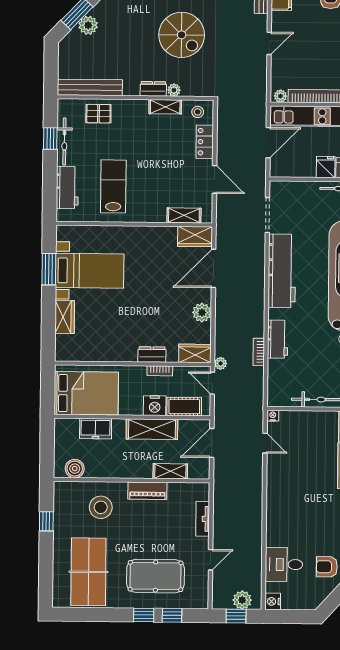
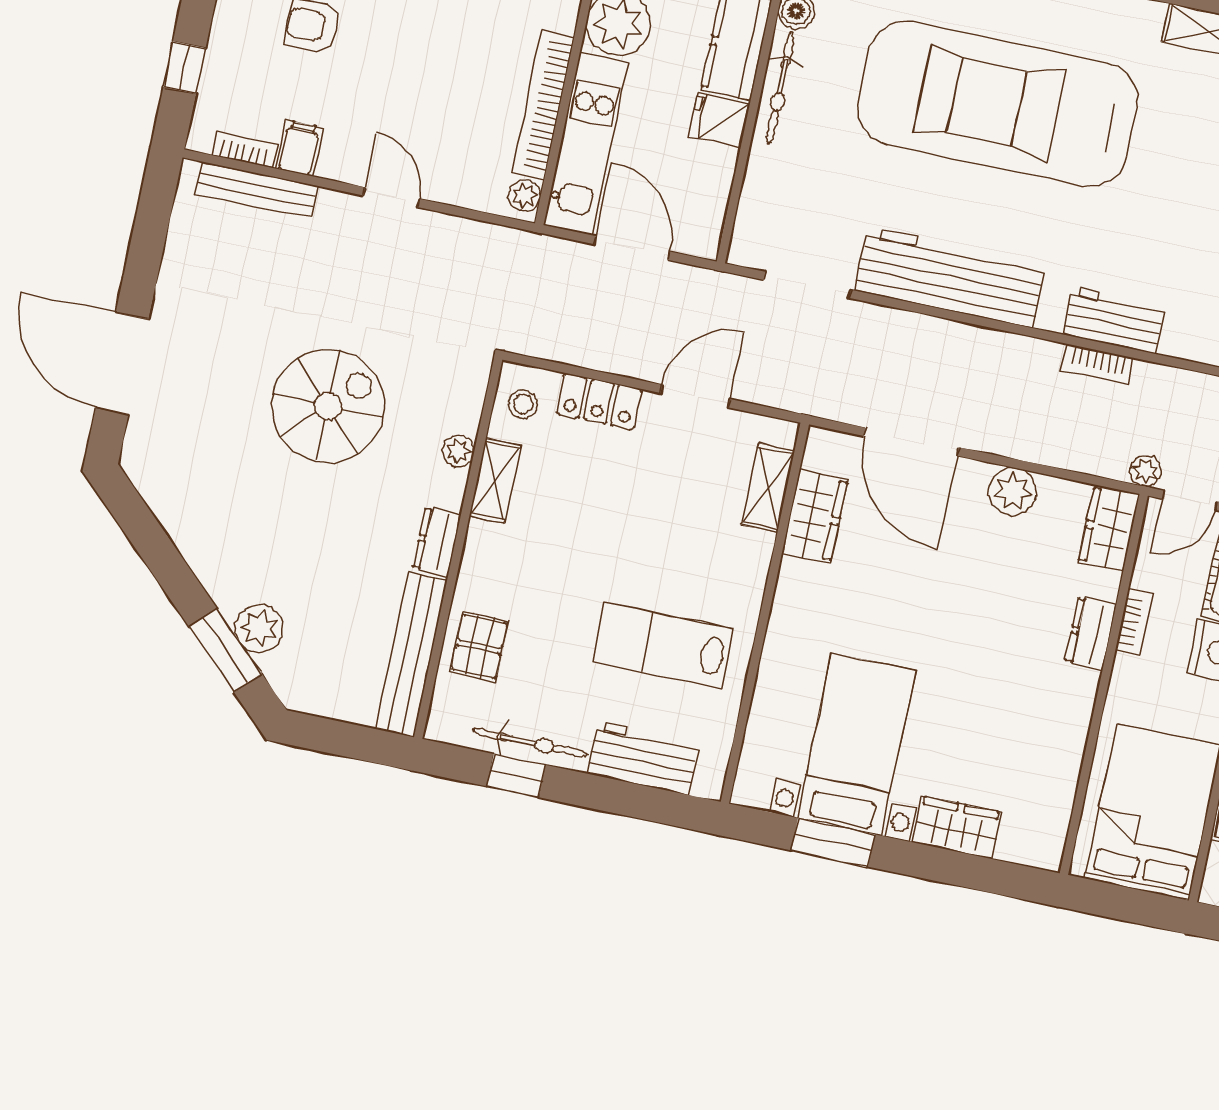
dresser: (153, 89) -> (437, 541), moved
wardrobe: (195, 236) -> (815, 516), moved
bookcase: (259, 352) -> (1097, 364), moved

